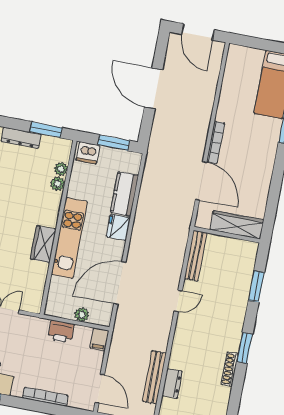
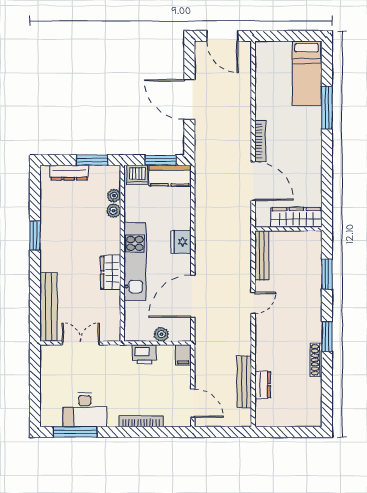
kitchen counter: (124, 194) -> (170, 176), moved, turned -90

